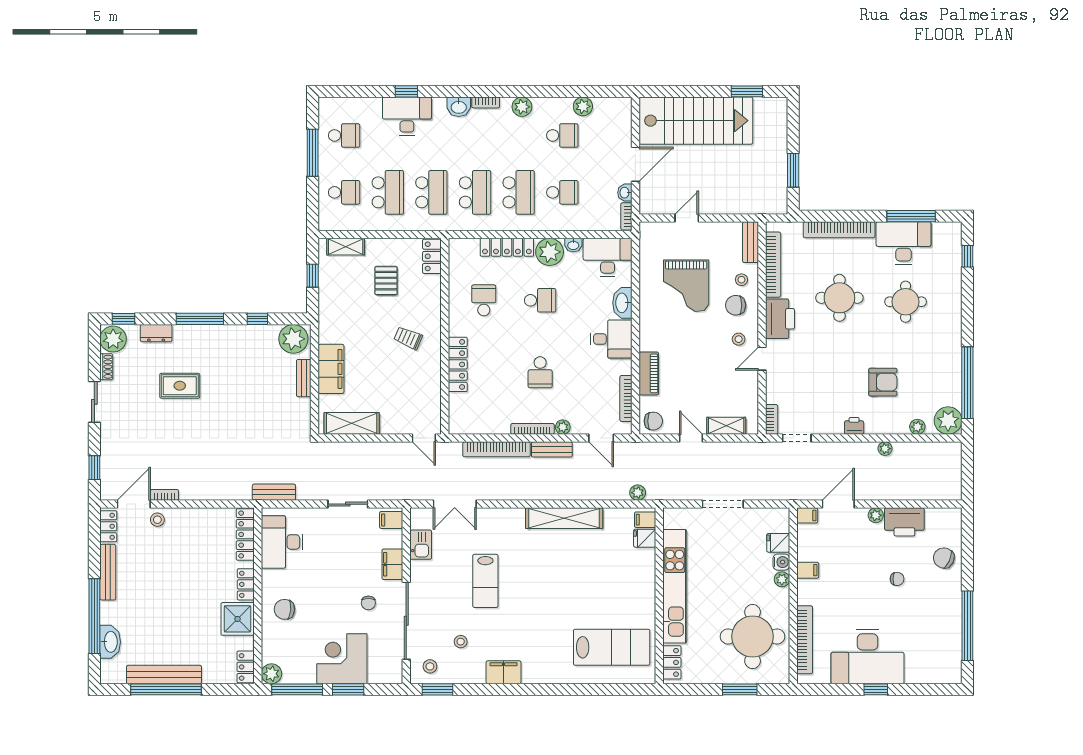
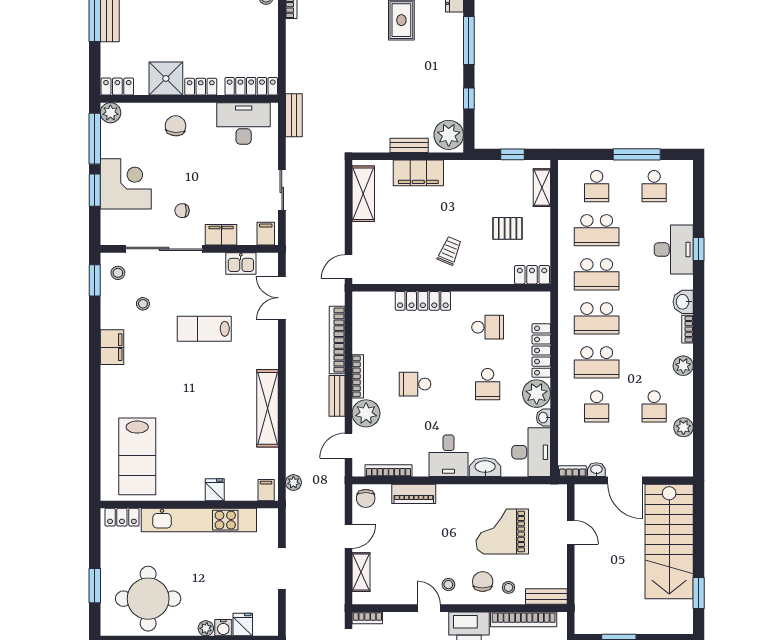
plant: (563, 427) -> (366, 413), width x1.87, depth x1.87
fridge: (645, 538) -> (215, 490), moved

